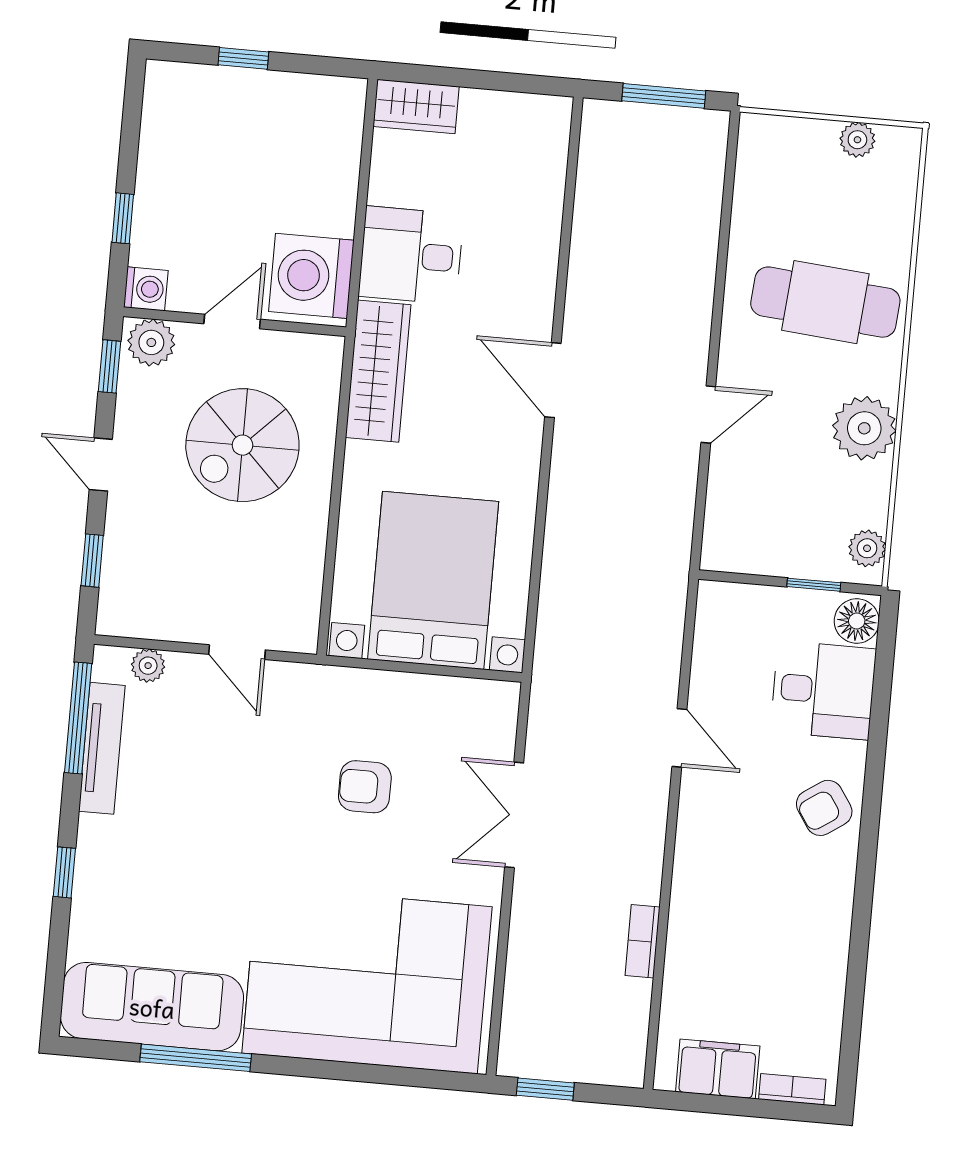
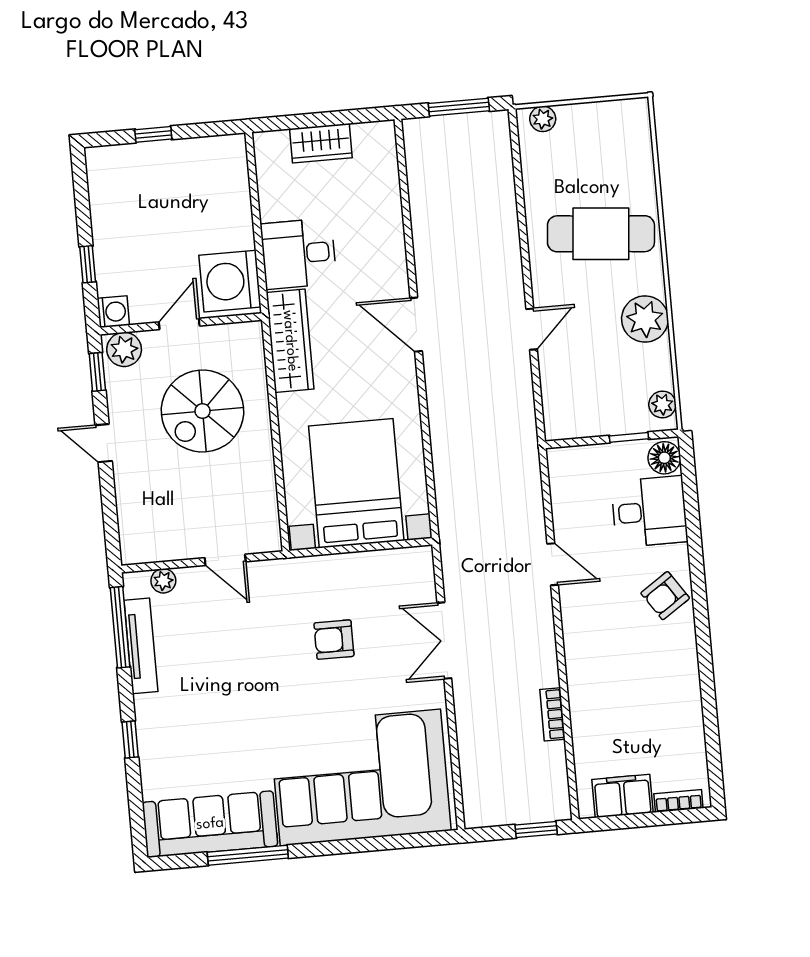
wardrobe: (416, 106) -> (321, 143), moved
plant: (857, 140) -> (543, 119), moved
window: (92, 561) -> (110, 513), removed
window: (545, 1089) -> (536, 829), moved

